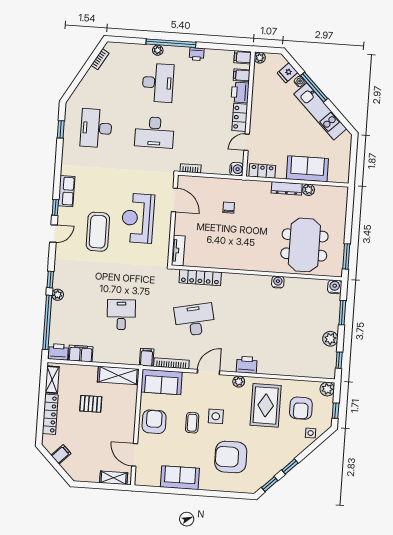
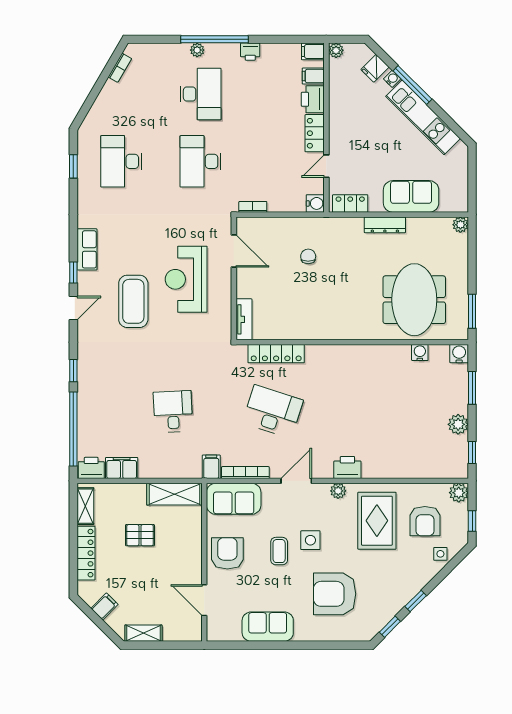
desk: (154, 132) -> (201, 161), turned 90
plant: (309, 190) -> (460, 225), moved
water cooler: (278, 282) -> (420, 353), moved
plant: (58, 295) -> (85, 391), removed
desk: (195, 320) -> (273, 412), turned 30
shelving: (114, 478) -> (143, 633), moved

